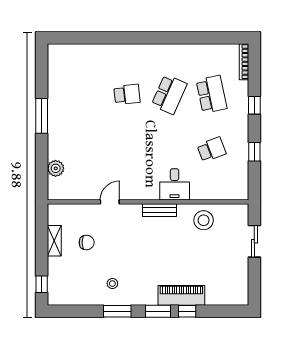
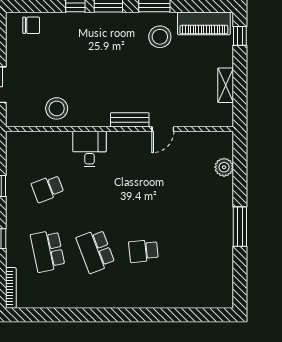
school desk: (169, 94) -> (96, 251), turned -45
bench: (159, 210) -> (130, 120), moved
chair: (87, 243) -> (31, 25), moved, turned 180
stool: (112, 284) -> (160, 37), width x1.89, depth x1.89
piano: (181, 295) -> (204, 23), moved

